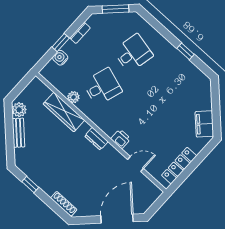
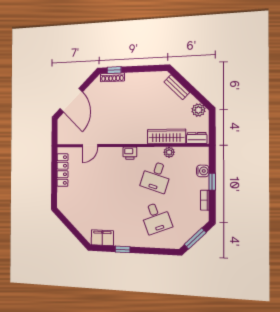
desk: (133, 53) -> (156, 218), turned -33
filing cabinet: (204, 124) -> (102, 238), moved, turned -45
bench: (19, 133) -> (177, 87), moved
dresser: (96, 139) -> (197, 138), moved
printer: (121, 139) -> (130, 153), moved
window: (30, 185) -> (114, 70), moved

